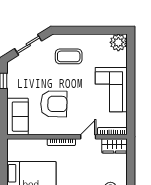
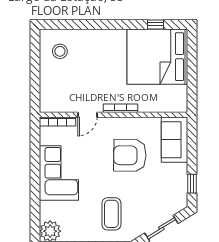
coffee table: (69, 56) -> (111, 214), turned 90
wardrobe: (115, 146) -> (55, 104), removed

